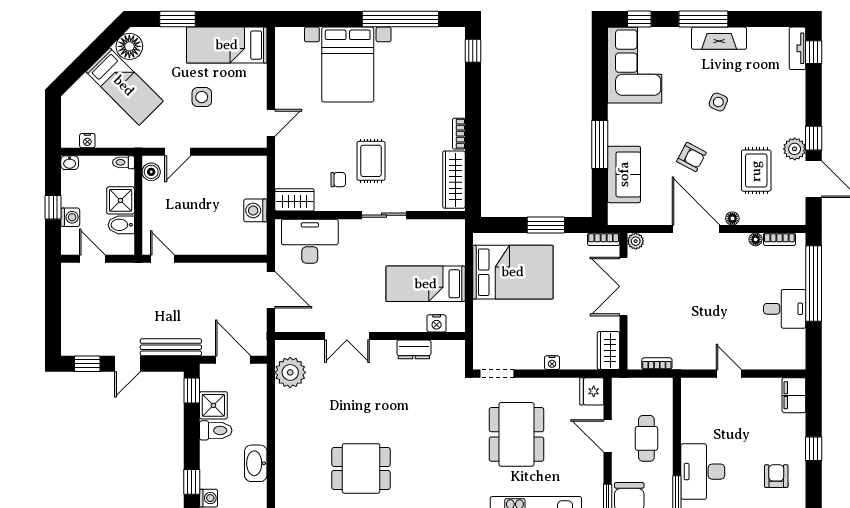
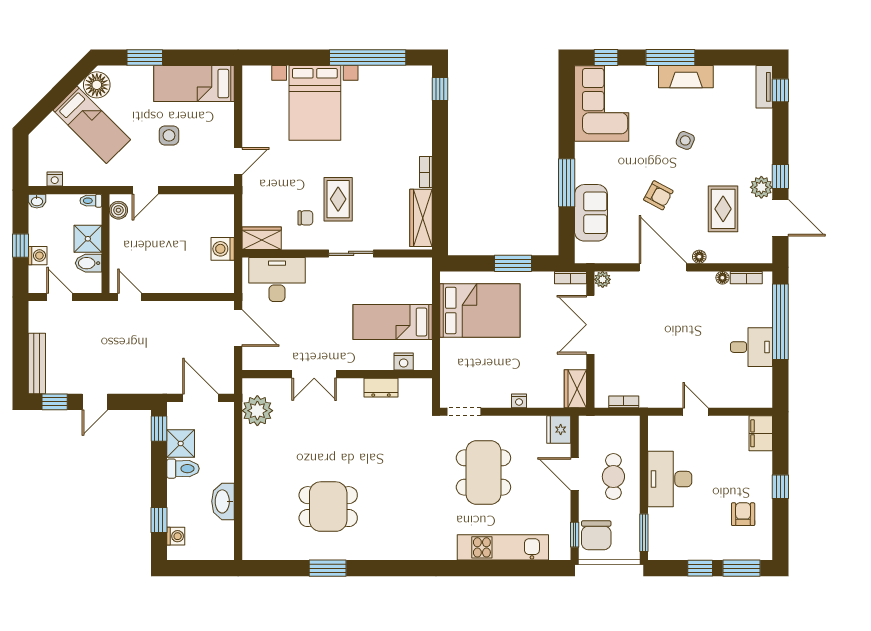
bench: (171, 347) -> (37, 364), moved, turned 90
desk: (703, 472) -> (670, 479), moved

